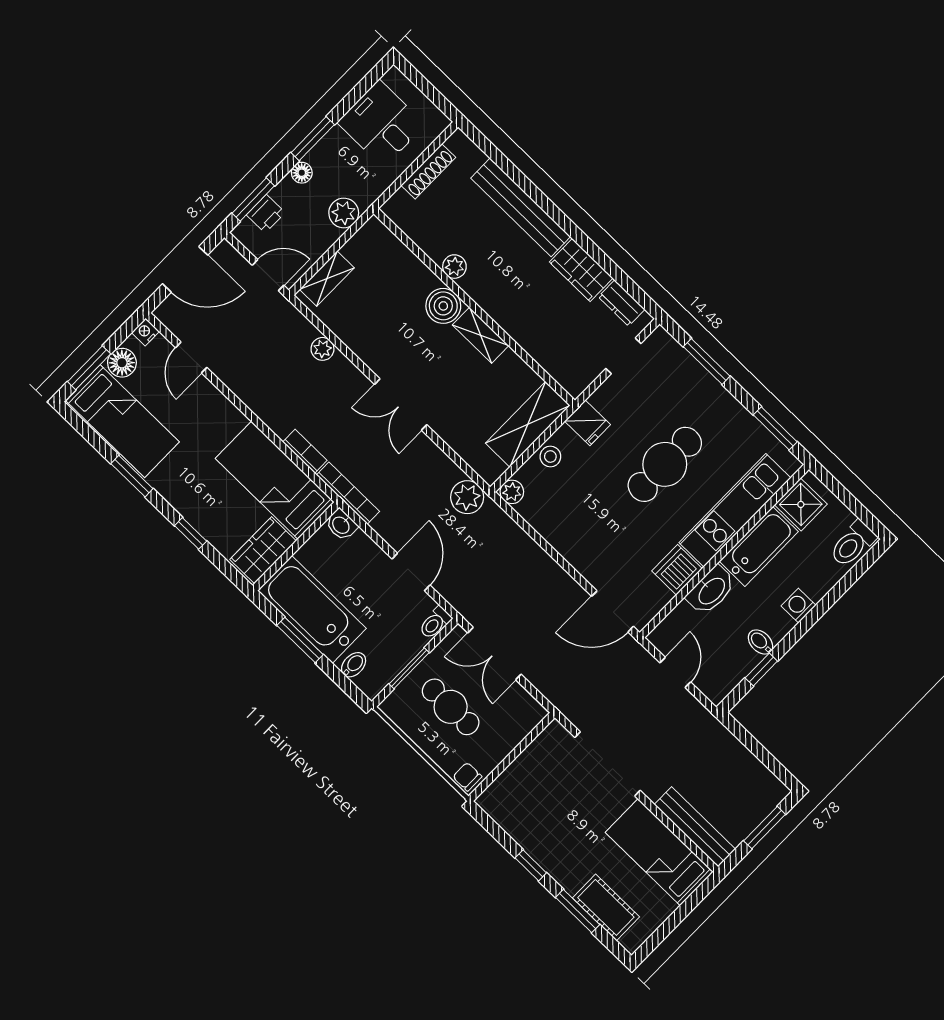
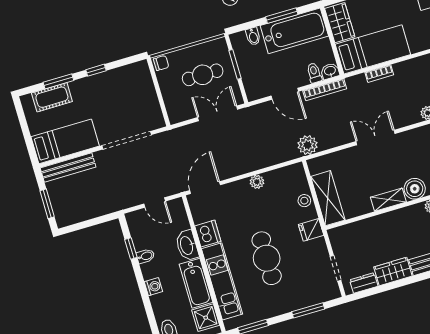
plant: (512, 492) -> (257, 182), moved
bookcase: (348, 493) -> (325, 90), moved
toilet: (435, 623) -> (314, 73), moved

